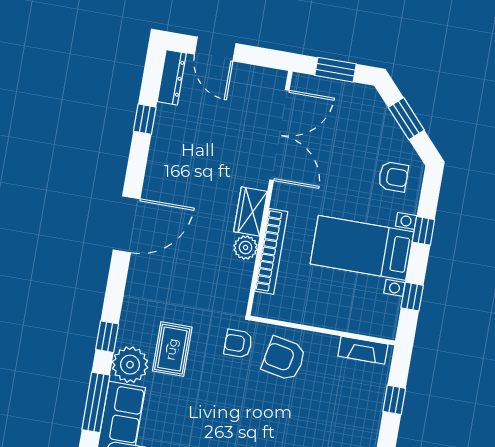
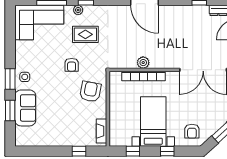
wardrobe: (250, 211) -> (162, 62), removed
armchair: (238, 344) -> (72, 65), moved, turned 180
plant: (130, 365) -> (78, 10), width x0.53, depth x0.53

